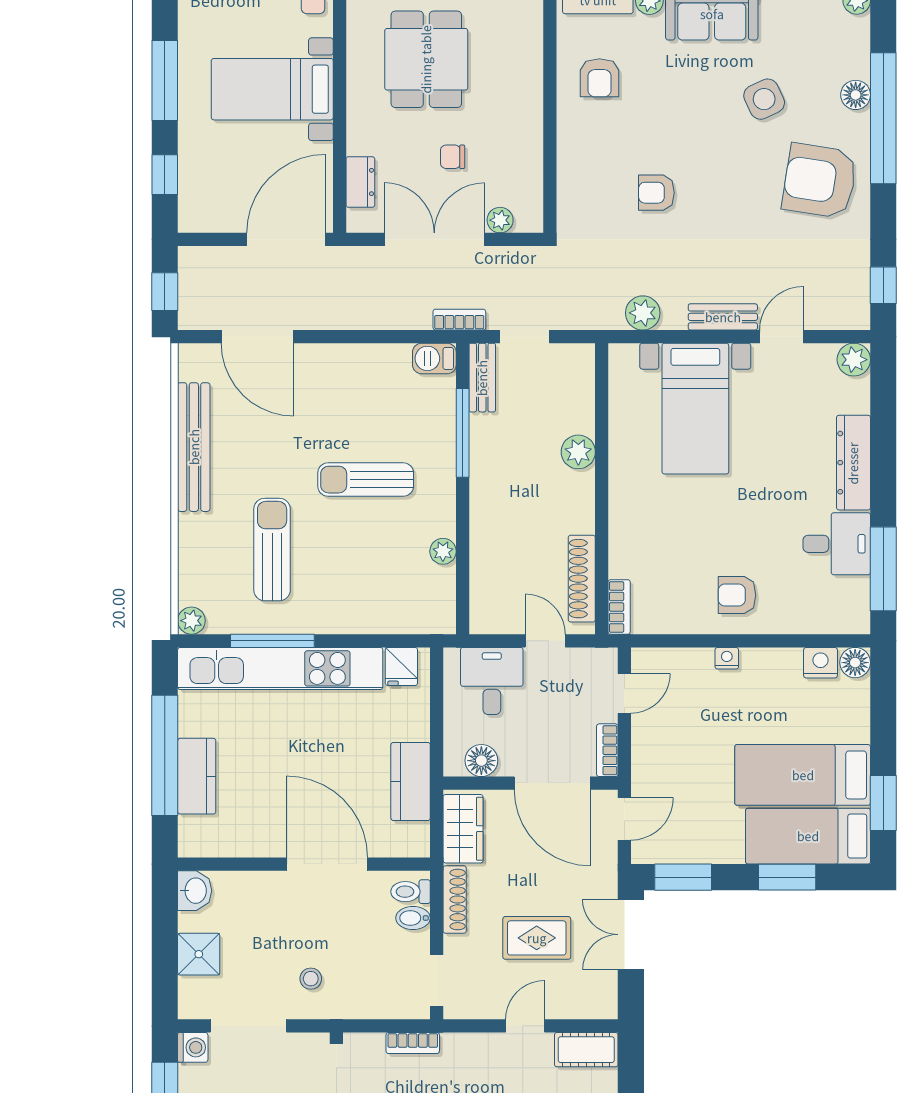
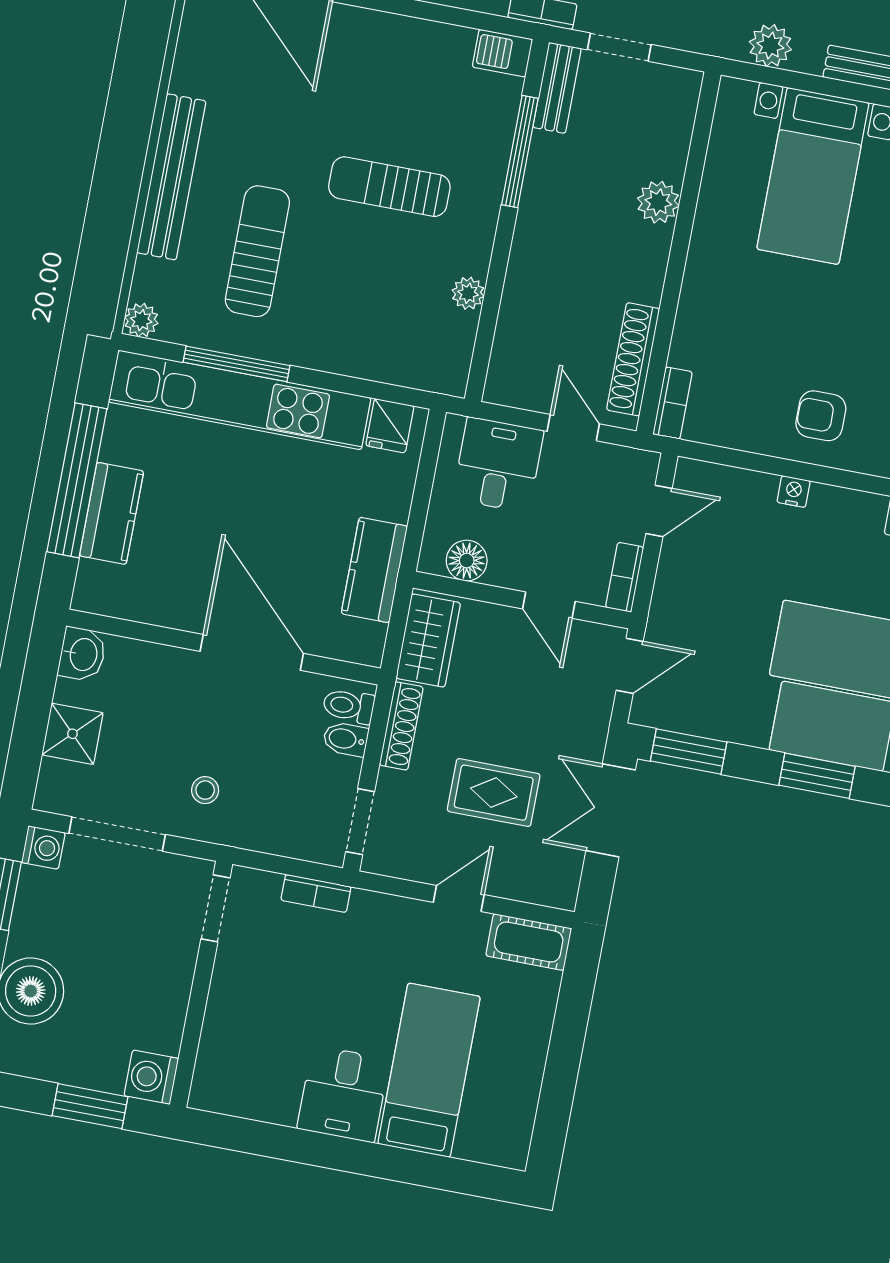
bench: (194, 447) -> (171, 177), moved
door: (552, 783) -> (549, 605), width x0.53

